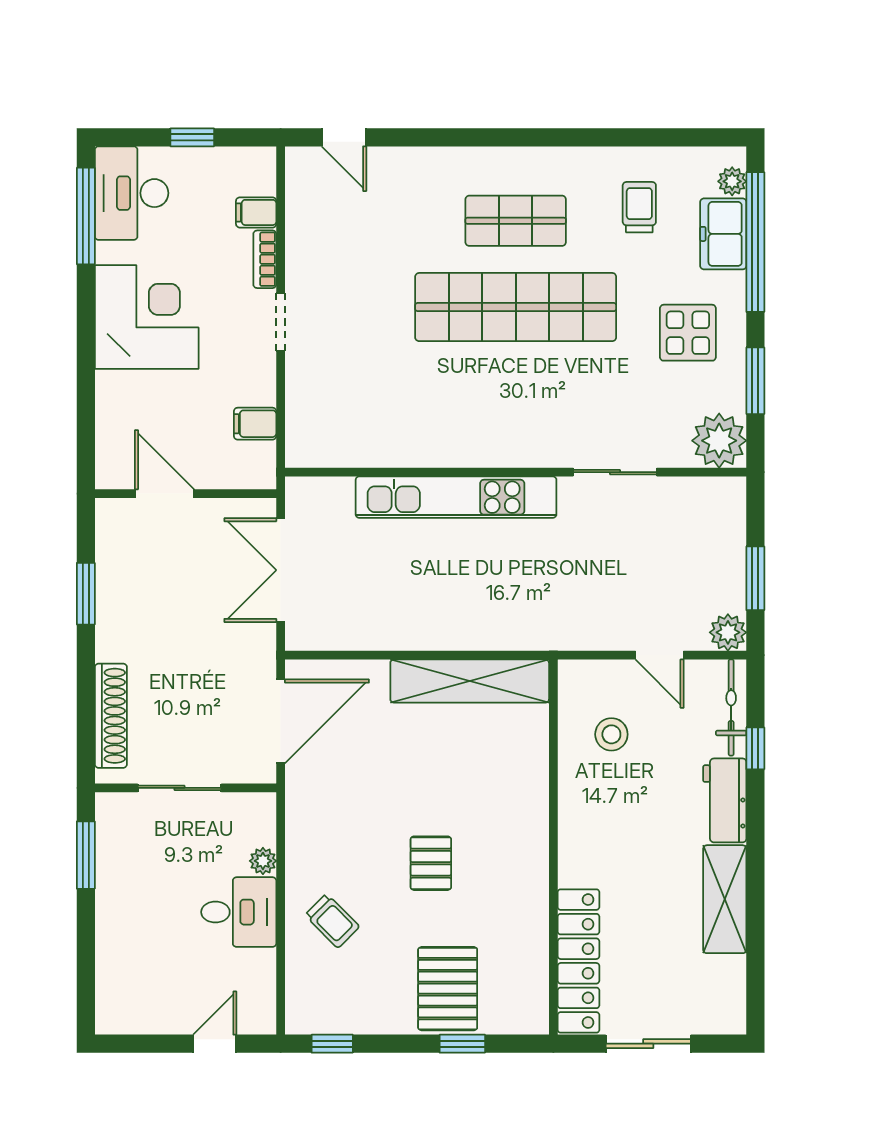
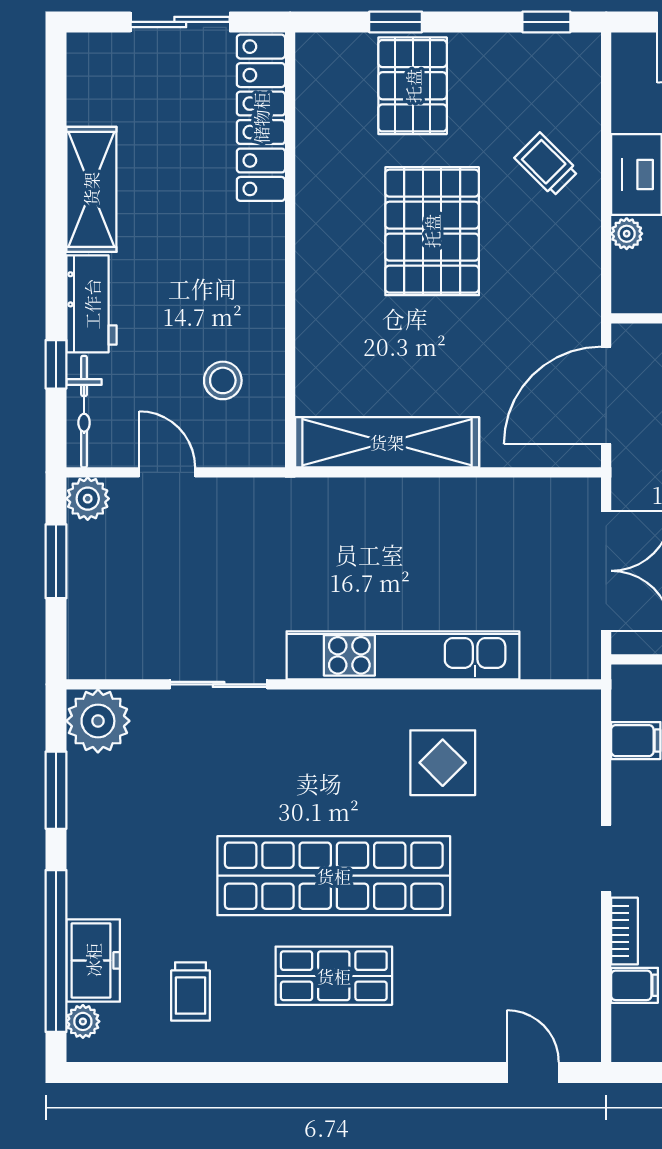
display table: (688, 333) -> (443, 763), moved
pallet: (431, 863) -> (432, 231), width x2.05, depth x2.00

